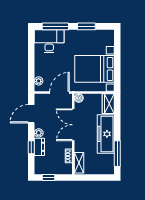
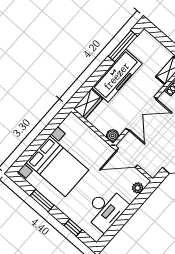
window: (55, 26) -> (73, 228), width x0.46
desk: (49, 41) -> (106, 209), moved, turned -90
bed with nightstands: (95, 69) -> (57, 166), moved

